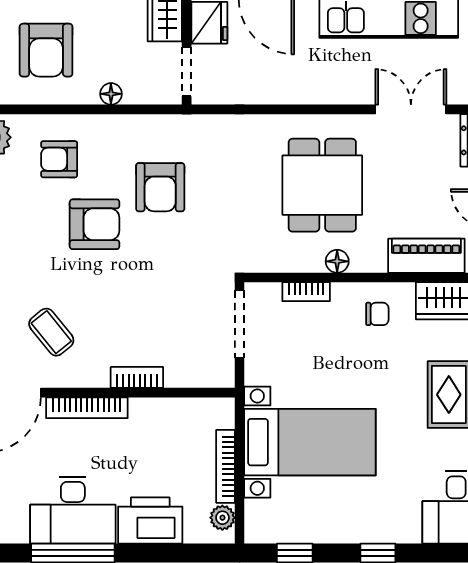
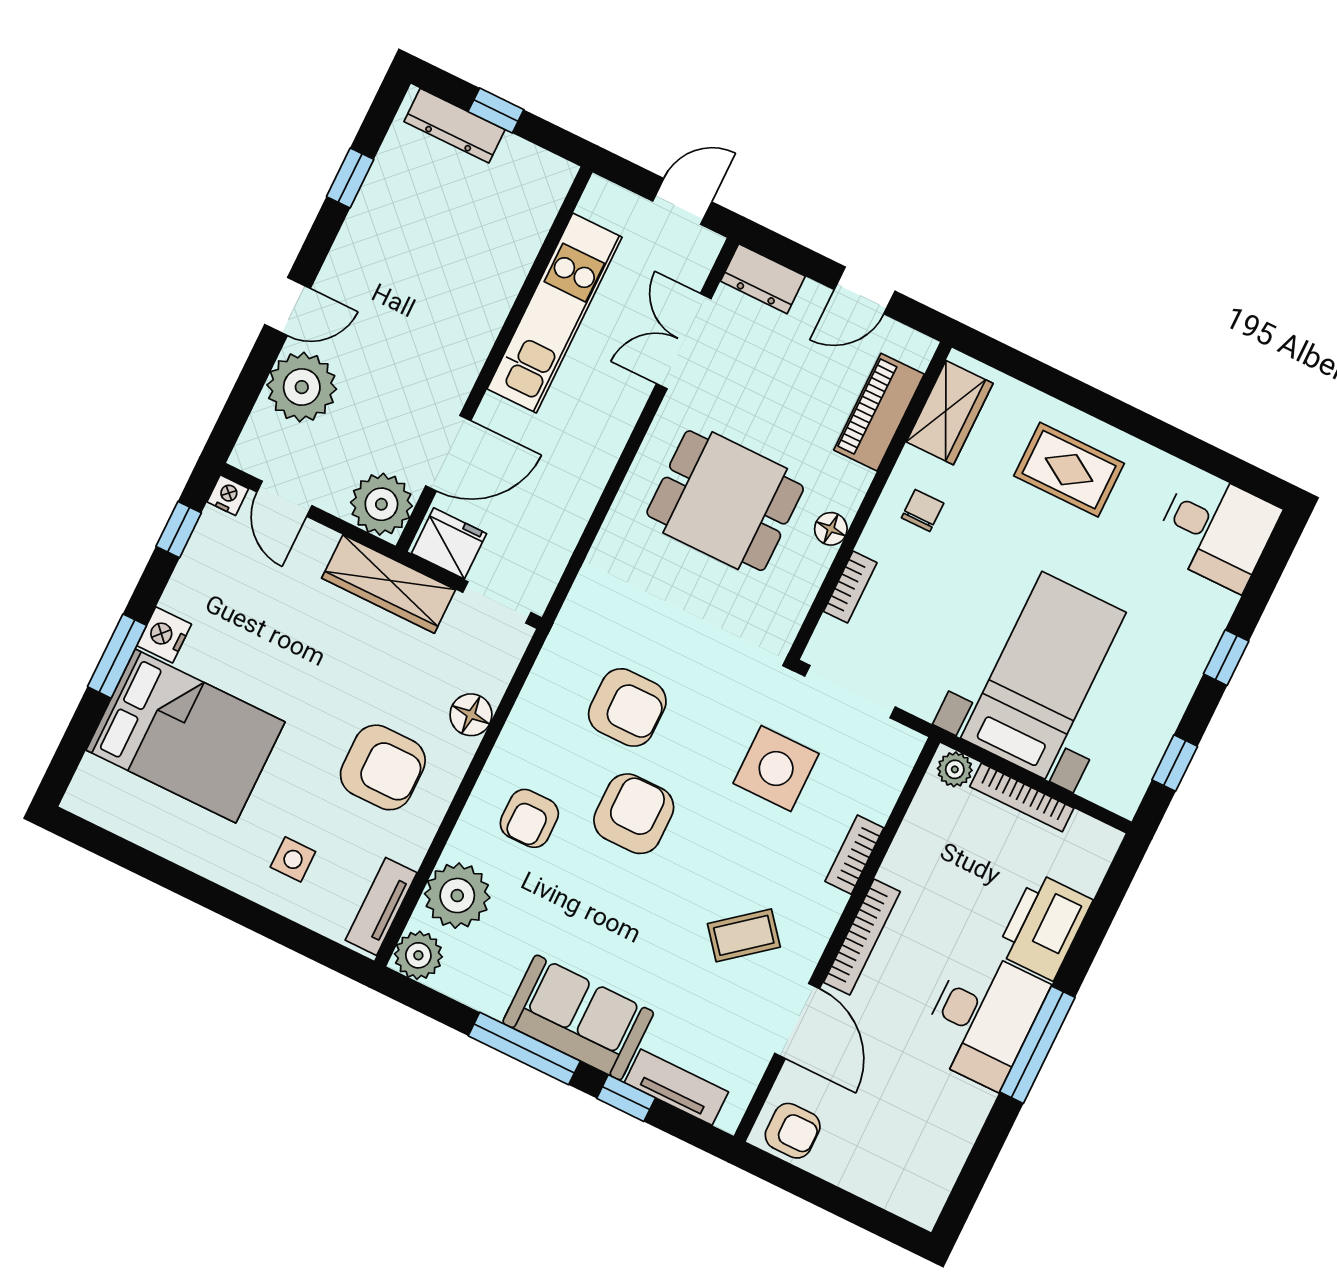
floor lamp: (111, 94) -> (471, 715), width x1.37, depth x1.37
side table: (168, 301) -> (776, 768), added
plant: (222, 518) -> (955, 769), moved

